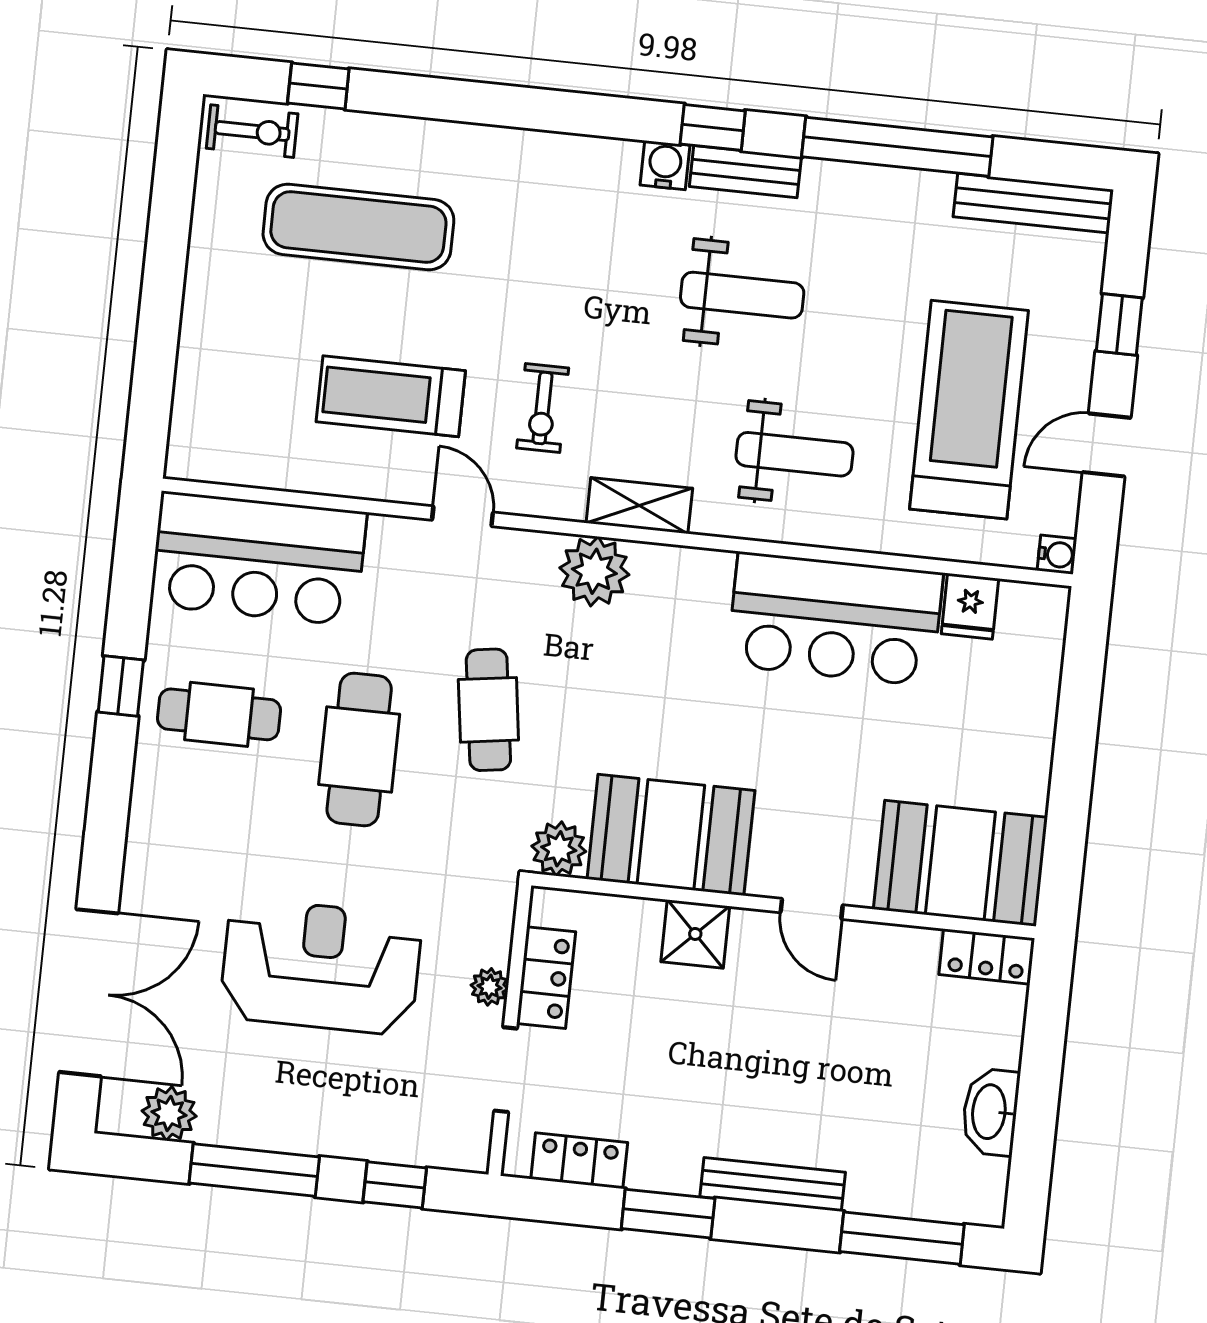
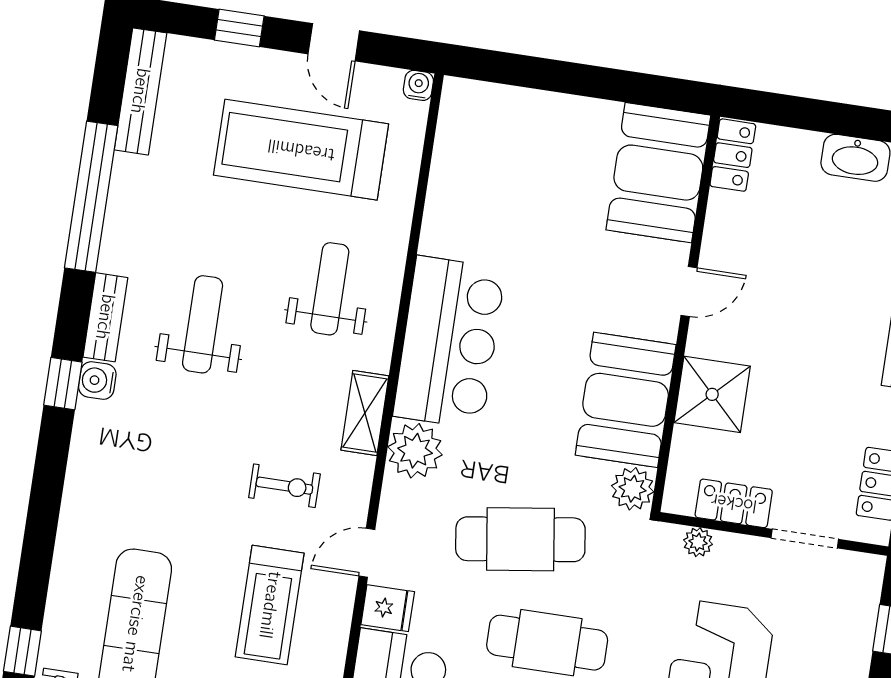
window: (713, 127) -> (63, 384), moved
fridge: (970, 606) -> (388, 608), moved
bar counter: (835, 619) -> (449, 342), moved
cafe table: (488, 710) -> (520, 539), width x1.37, depth x1.35
shower: (695, 934) -> (712, 394), width x1.36, depth x1.36
plant: (490, 987) -> (698, 542), moved

